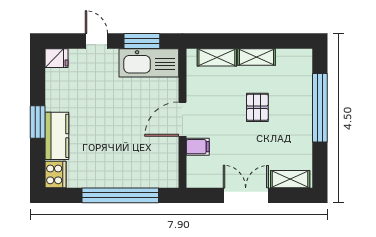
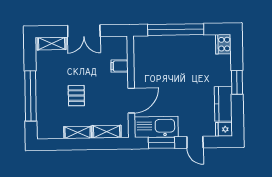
door: (182, 119) -> (131, 101), moved
kitchen counter: (57, 136) -> (223, 104), moved

